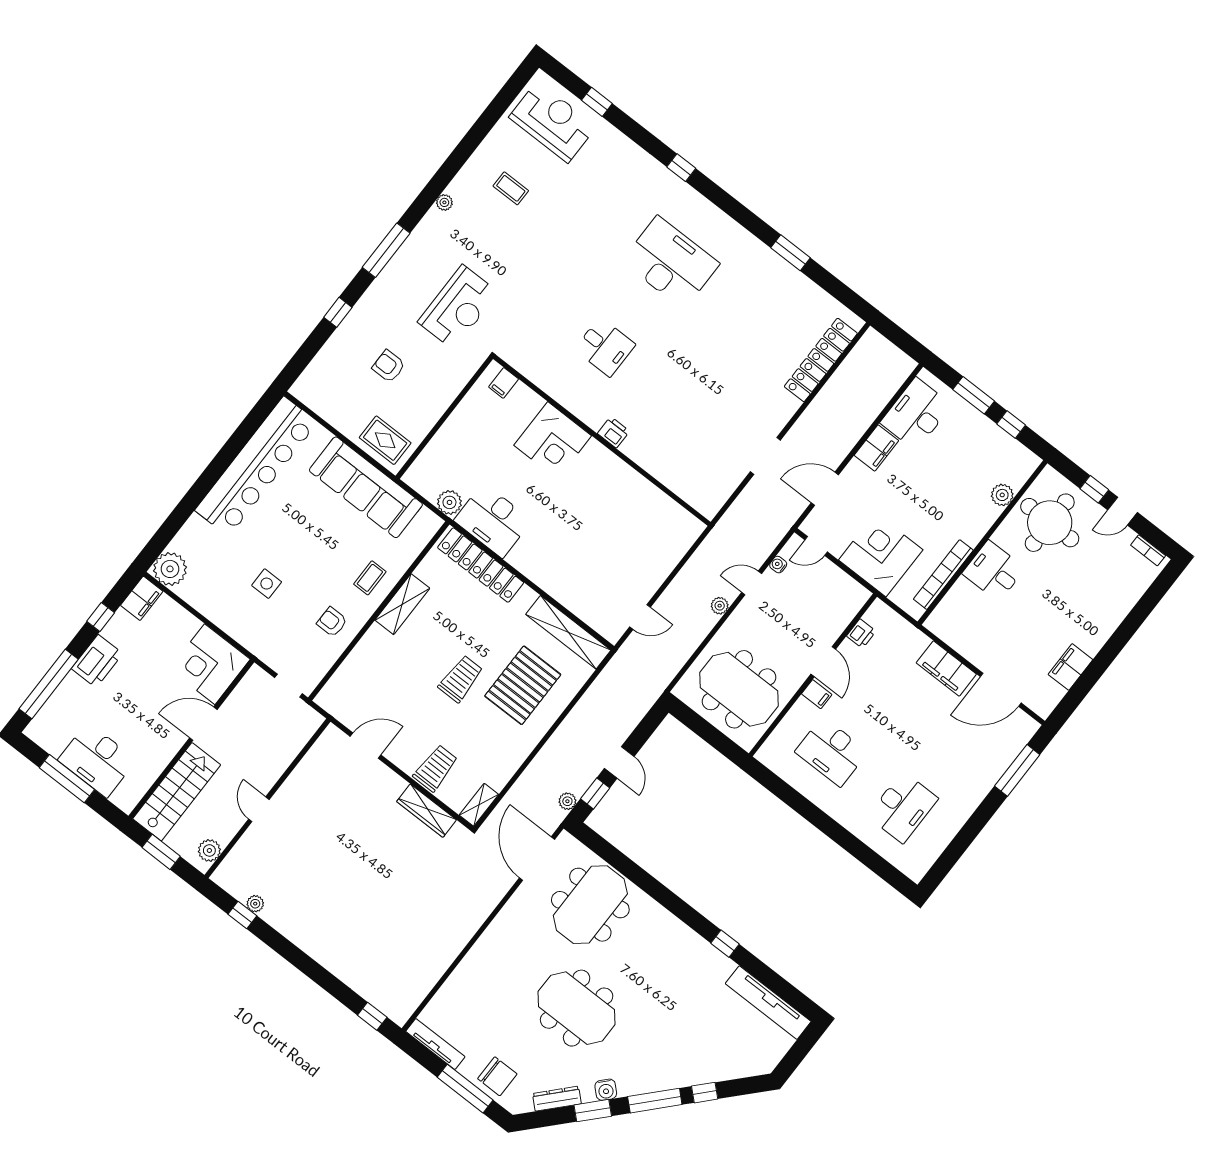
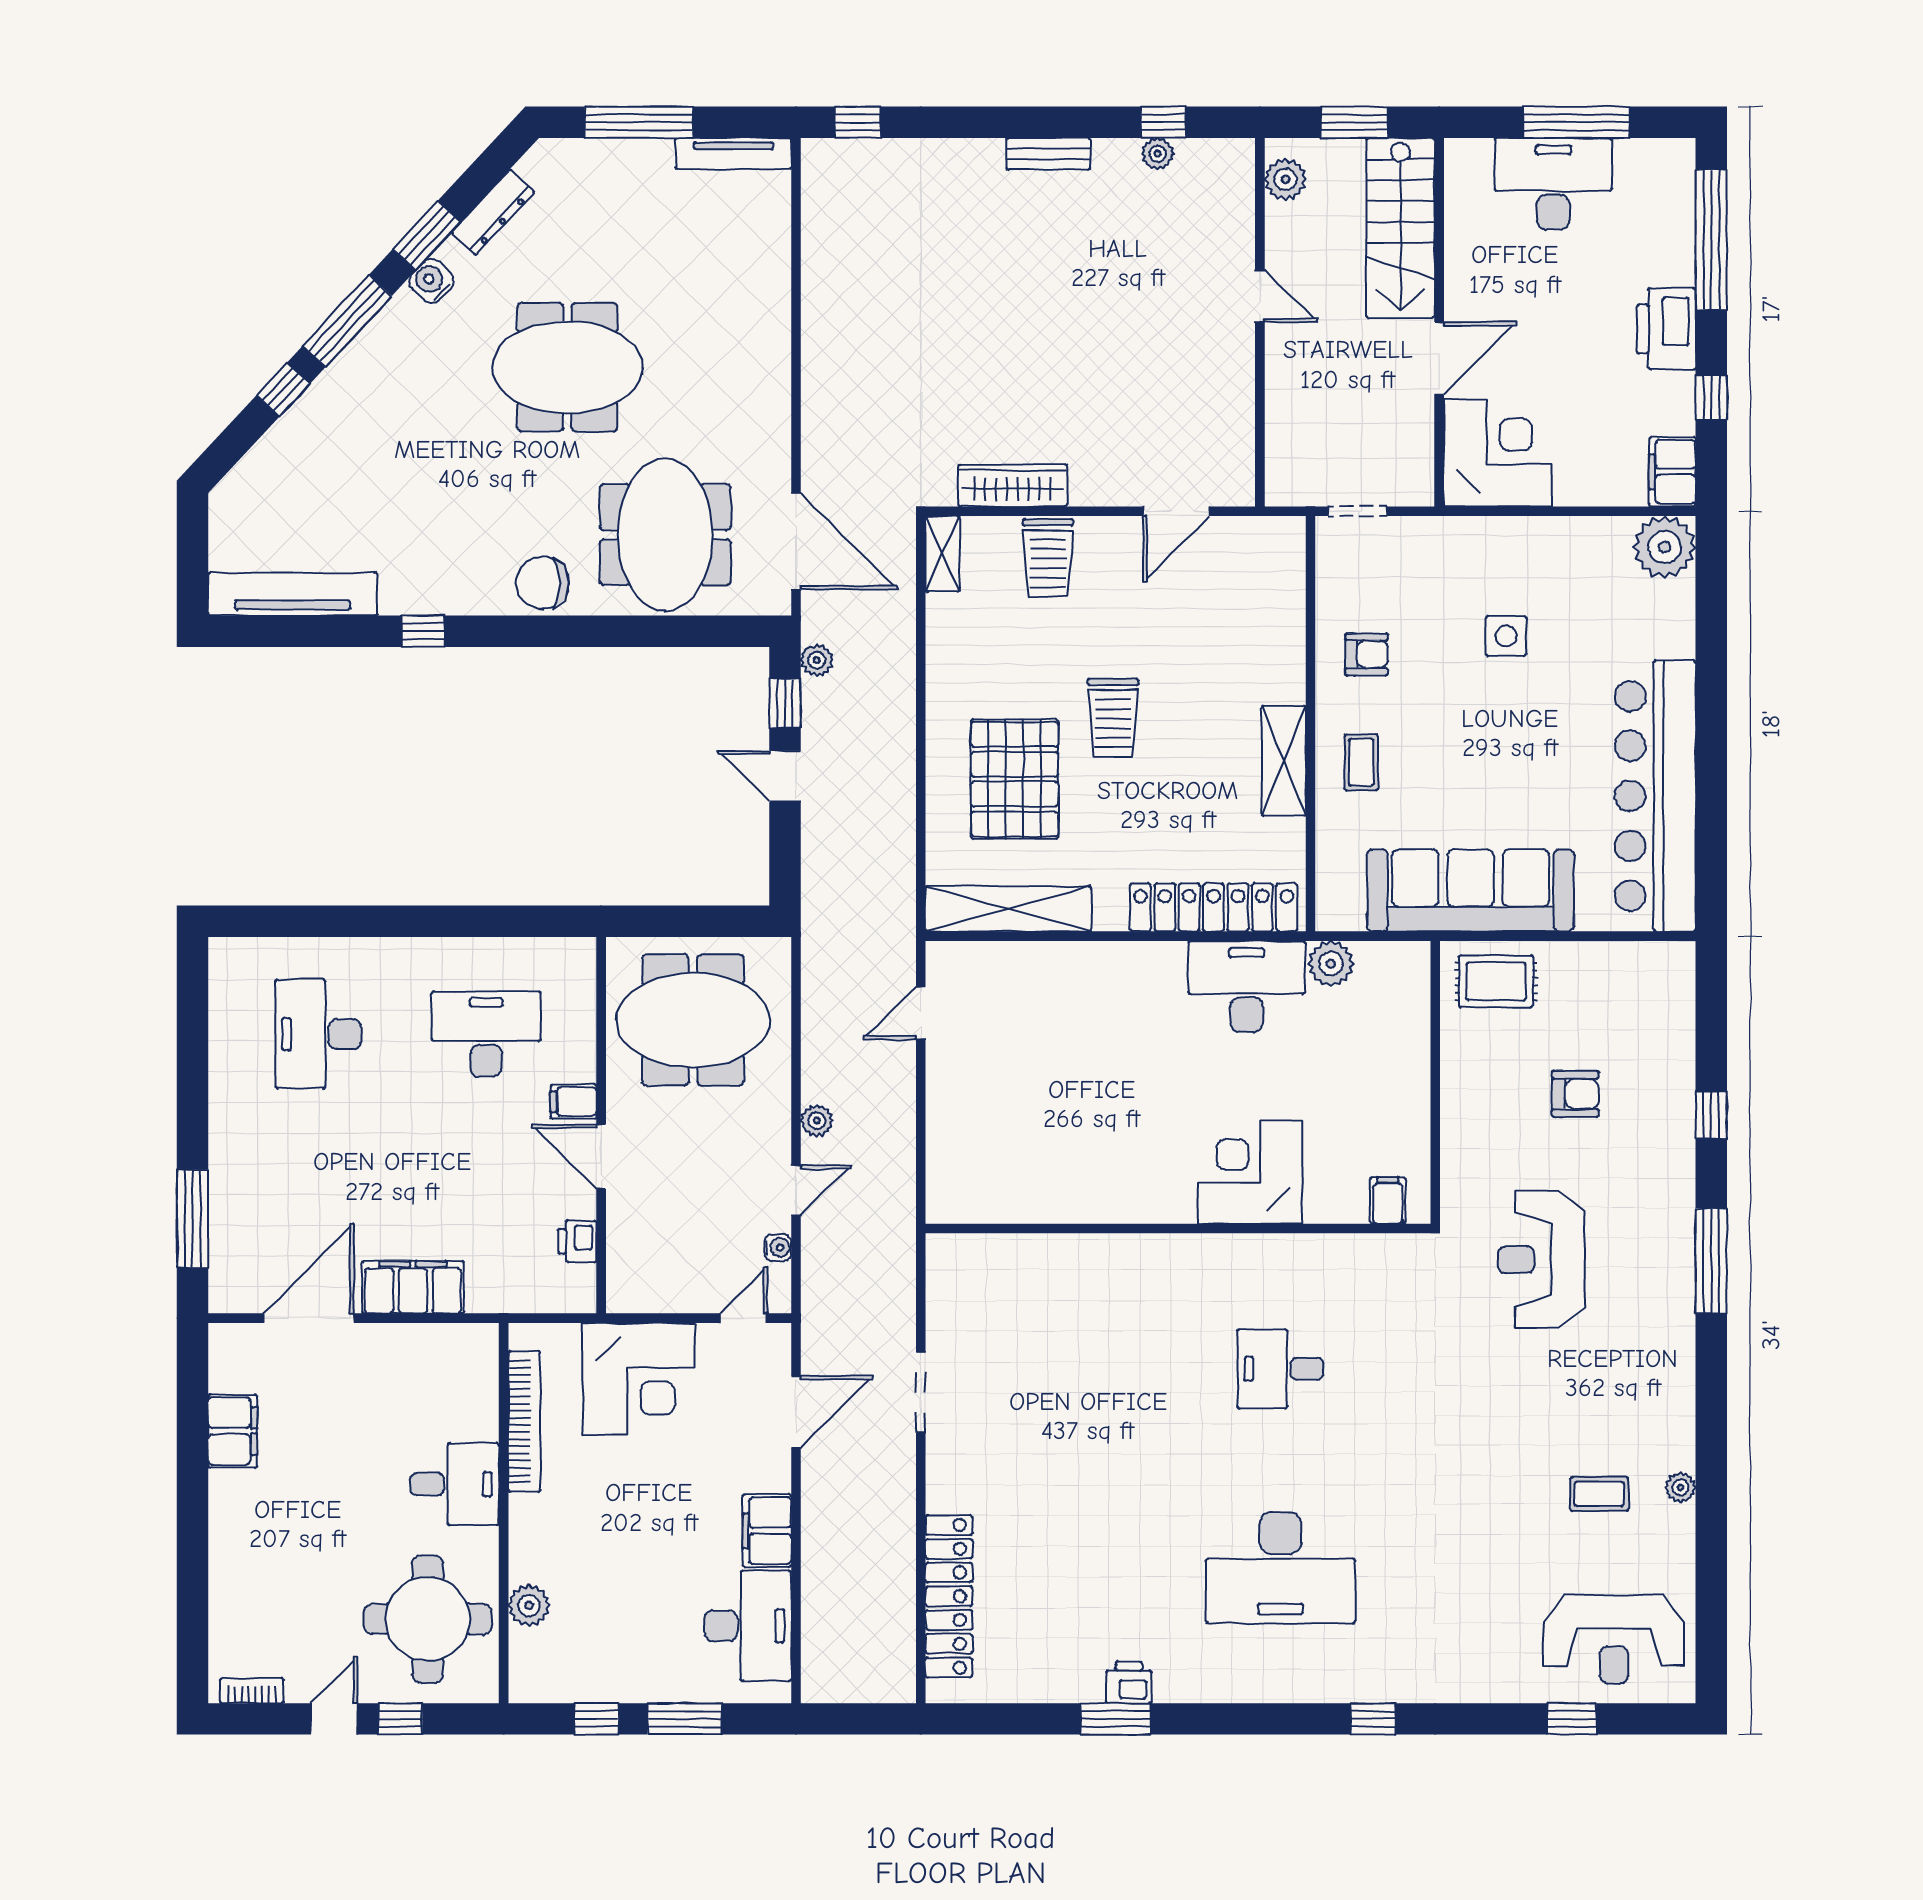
plant: (444, 202) -> (1681, 1487), moved
printer: (614, 432) -> (1129, 1683), moved, turned 180
bench: (302, 940) -> (1048, 154), added
chair: (497, 1076) -> (543, 583), moved

